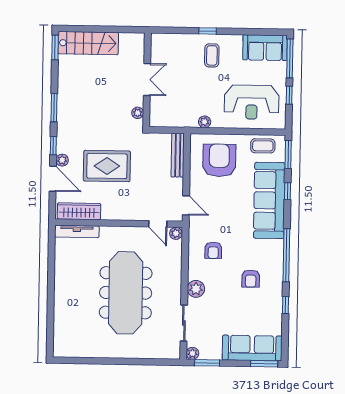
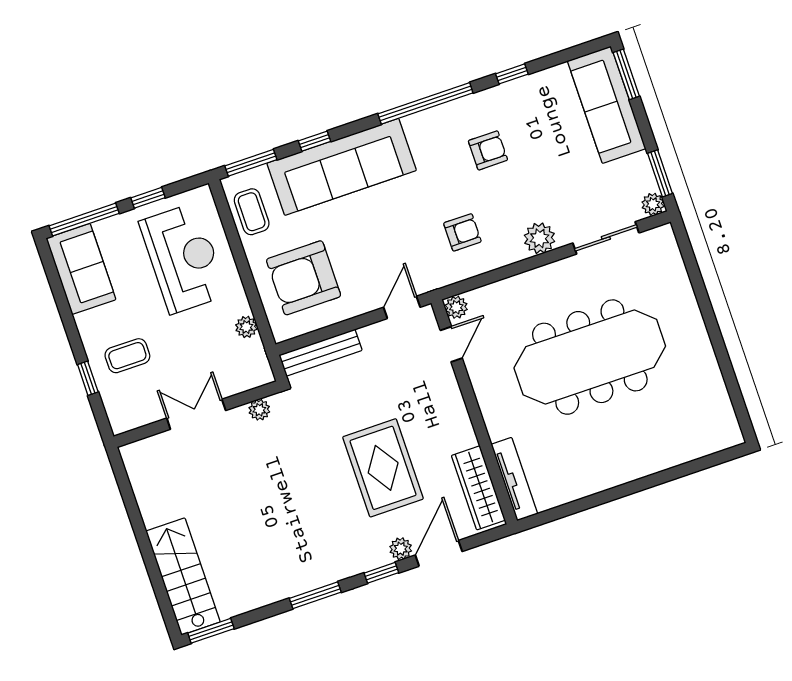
double door: (147, 80) -> (196, 414), moved
wall: (147, 80) -> (197, 414), moved
plant: (138, 113) -> (259, 410), moved

